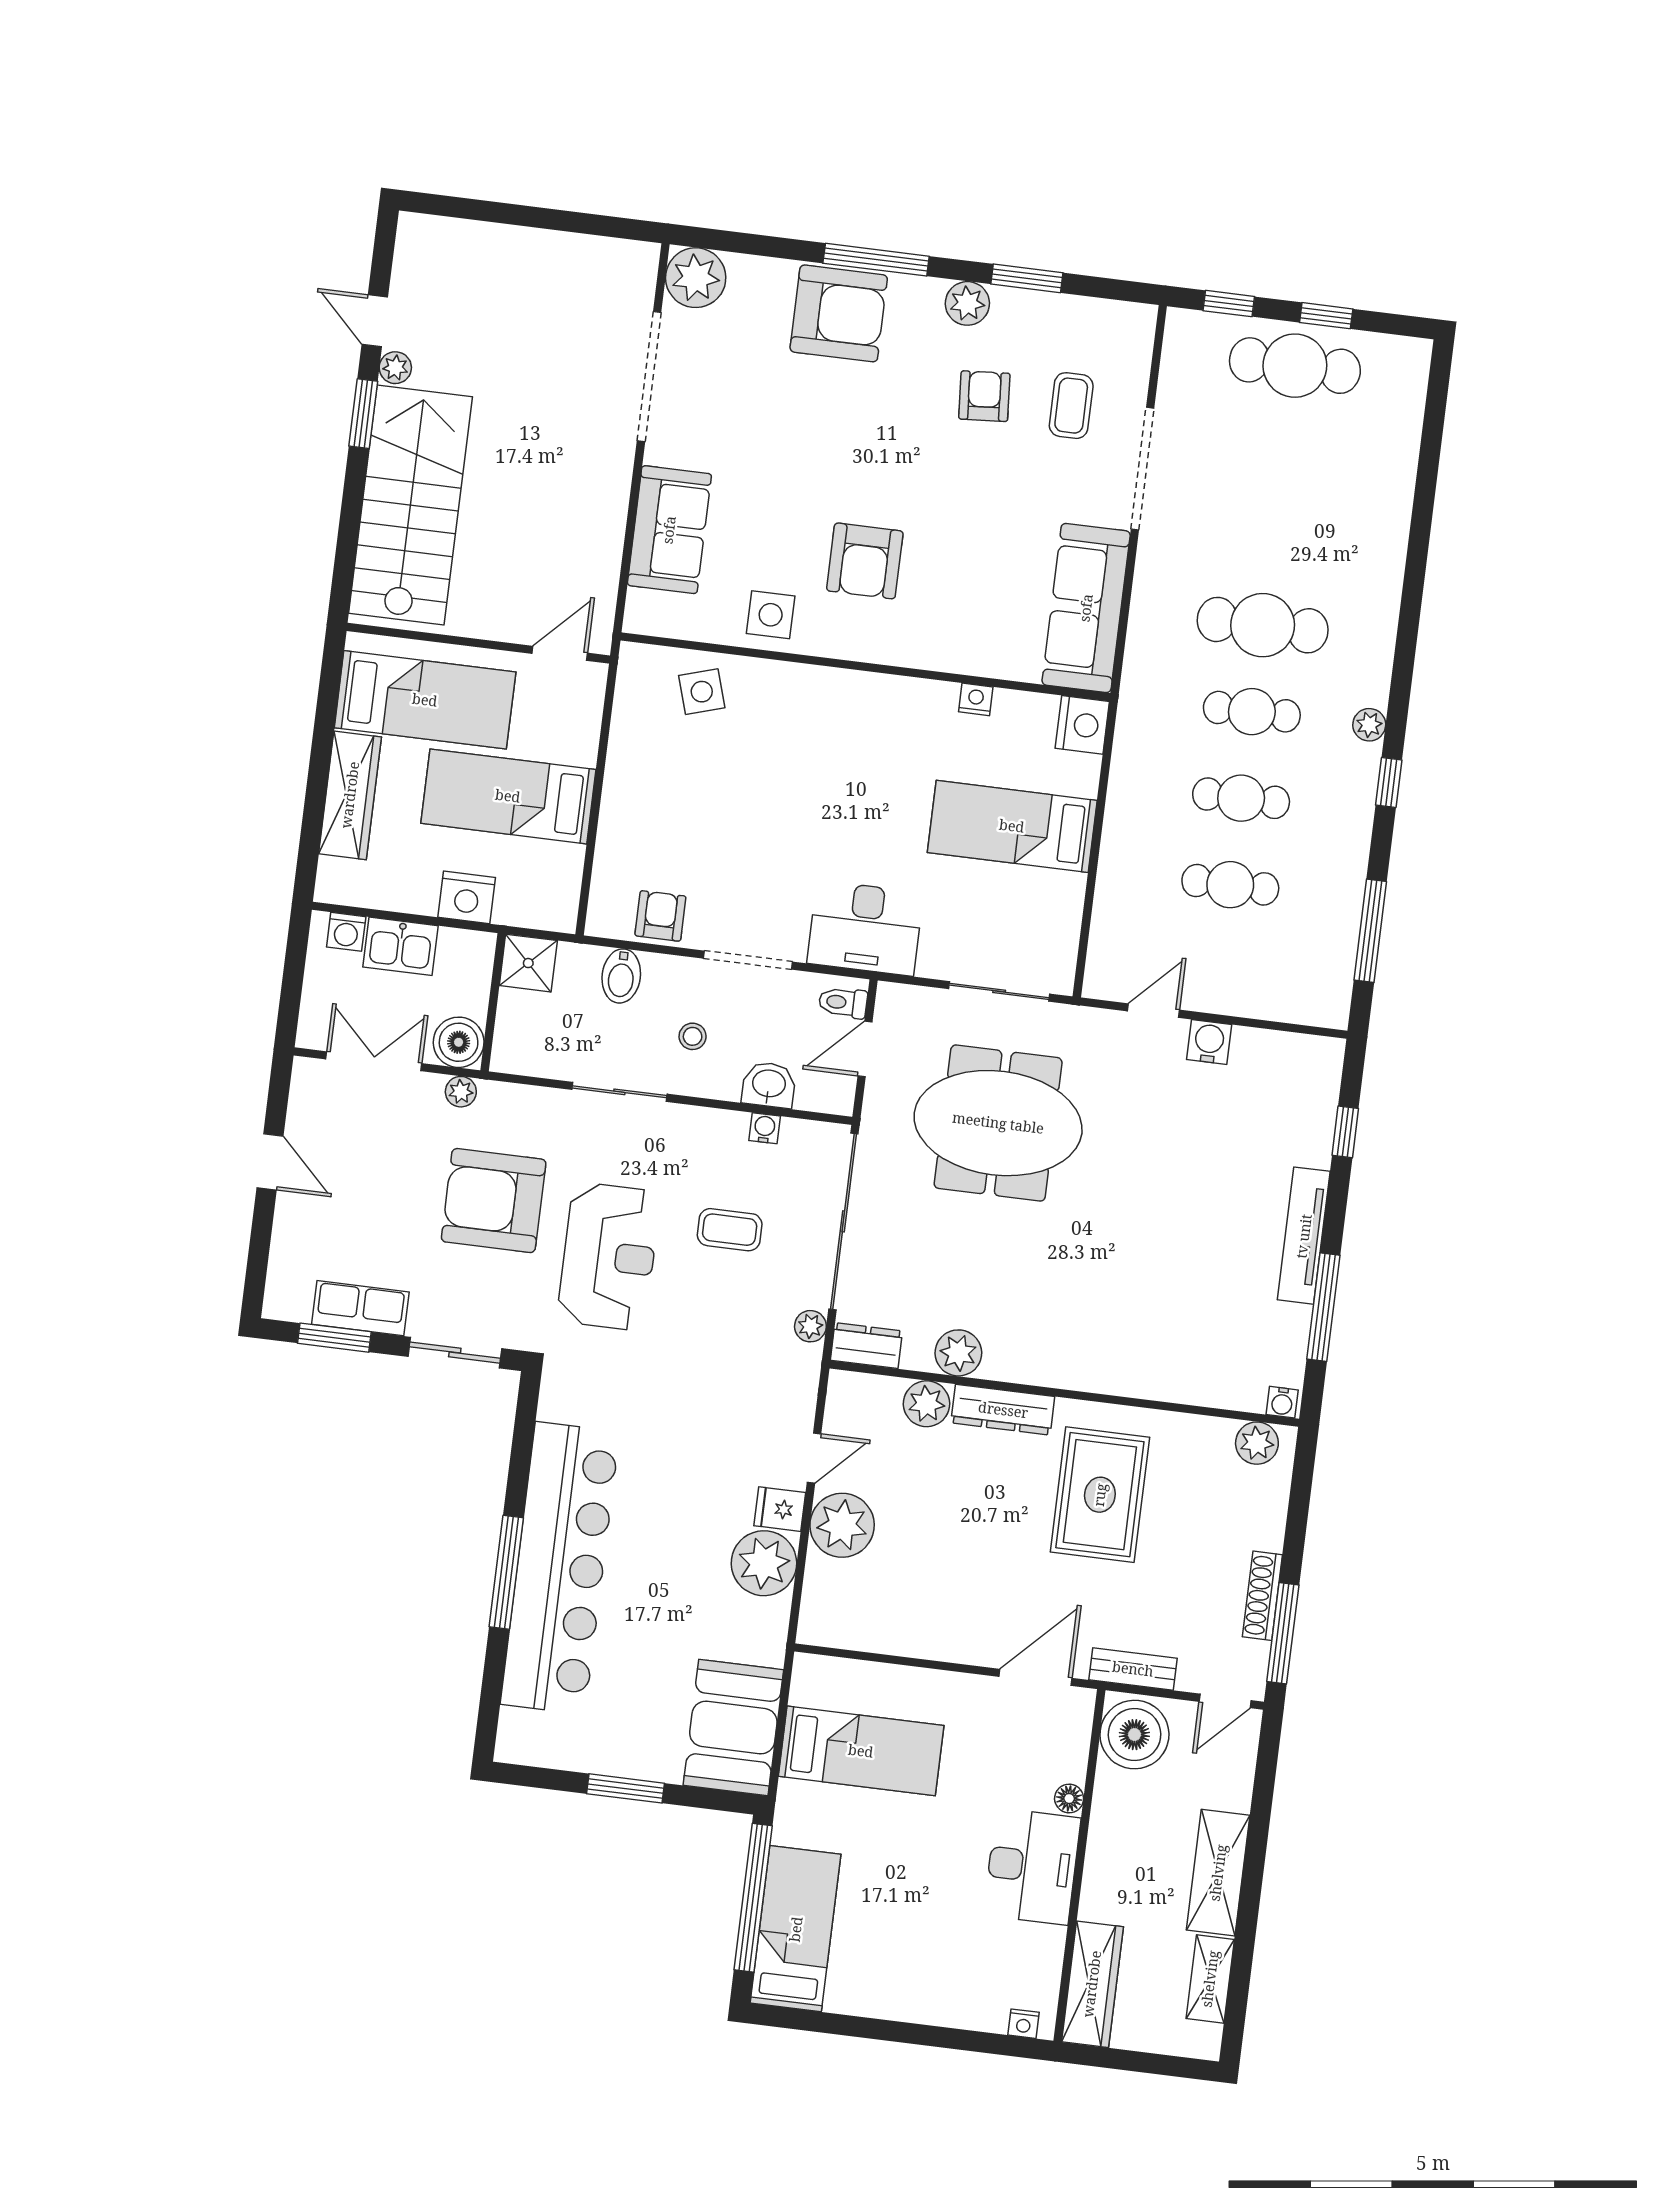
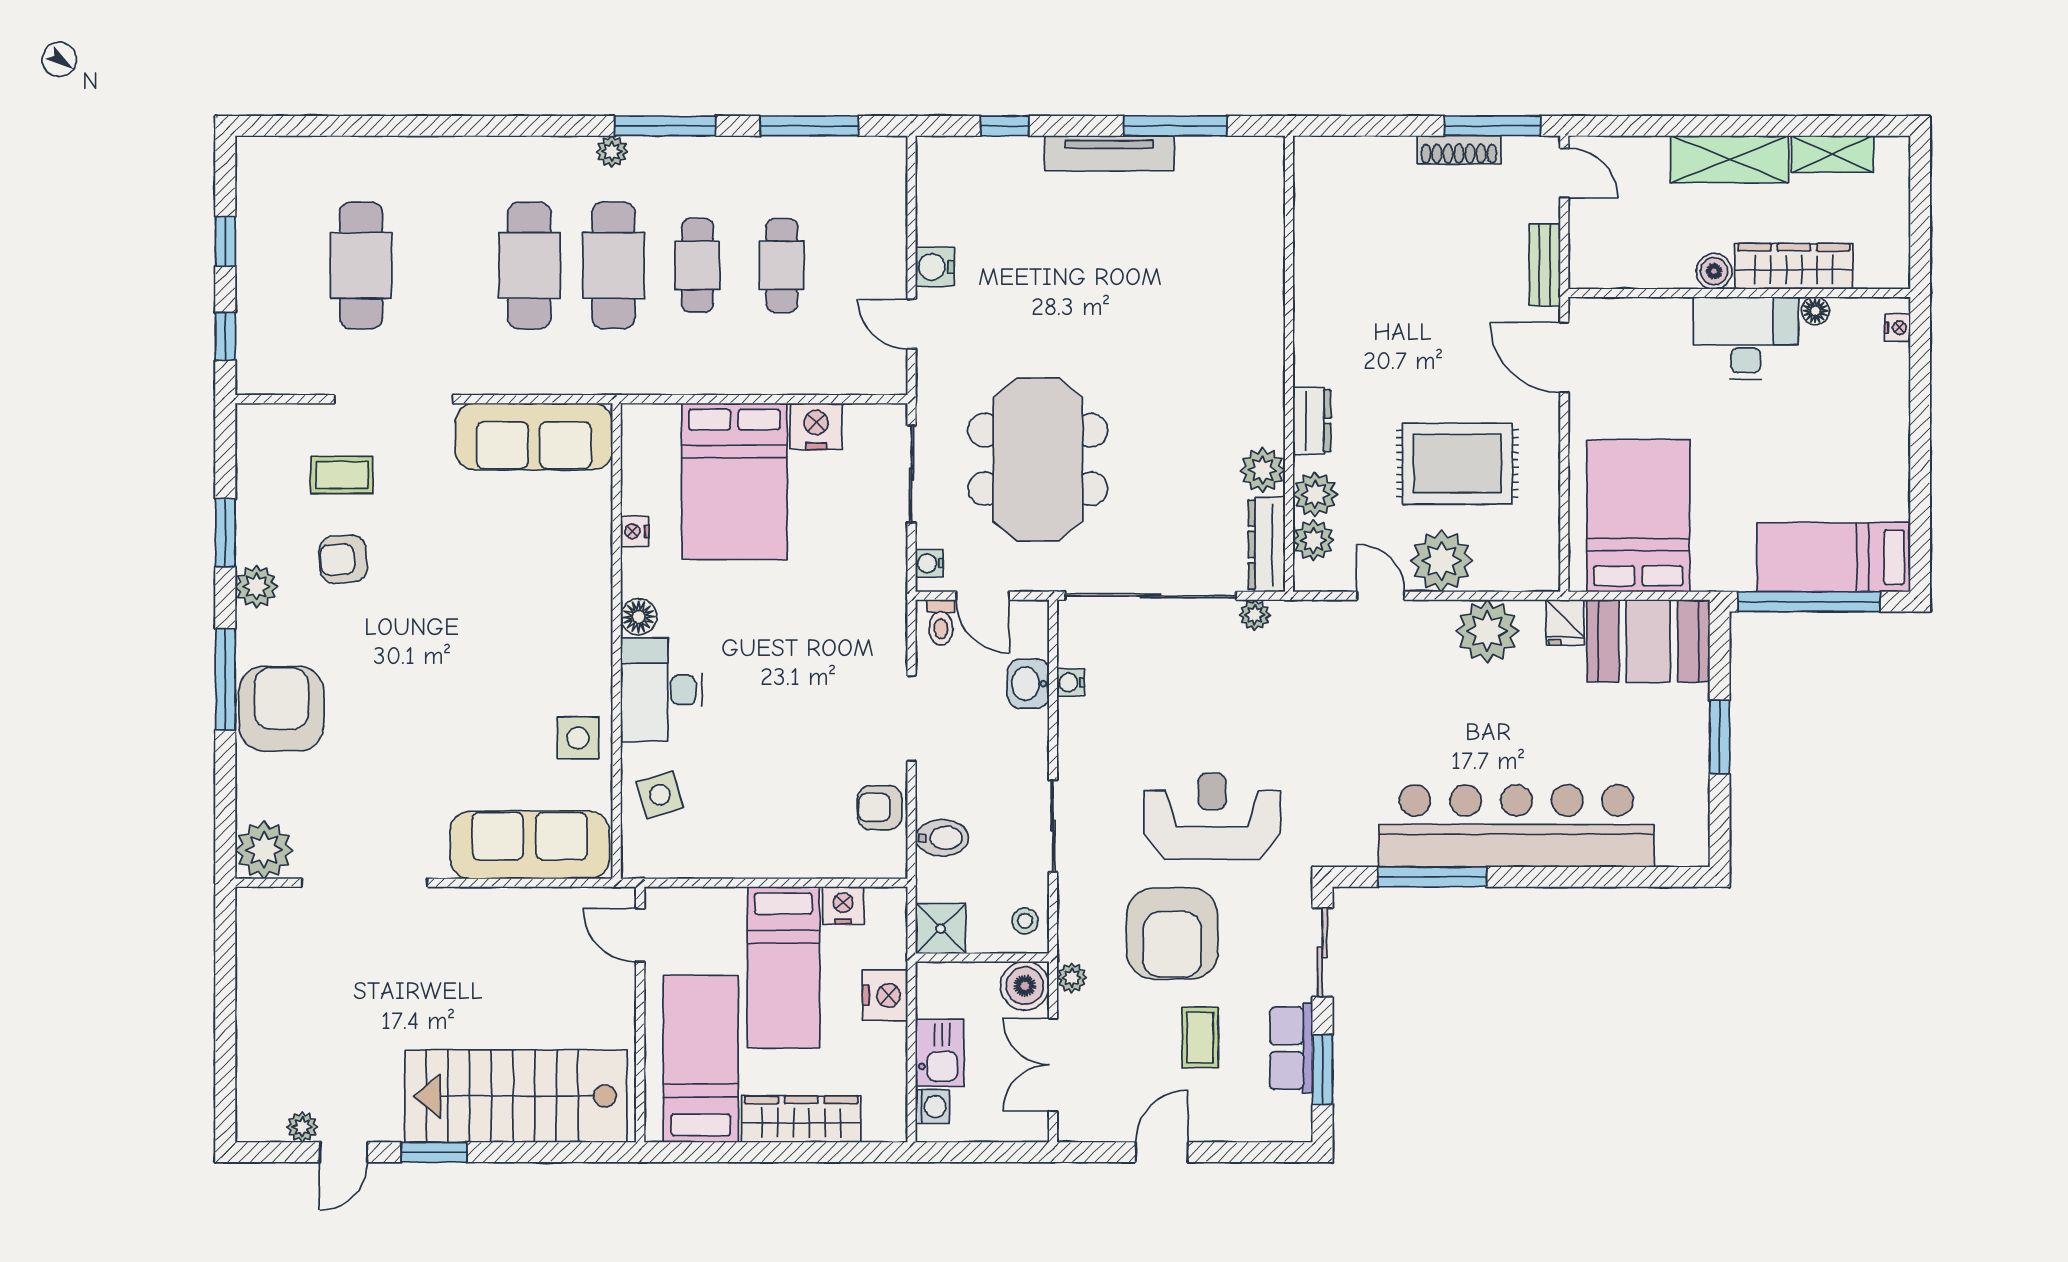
cafe table: (1295, 366) -> (361, 265), moved
plant: (395, 368) -> (302, 1127), moved
sofa: (669, 530) -> (530, 845), width x1.36
armchair: (865, 561) -> (515, 654), removed
floor lamp: (887, 692) -> (639, 617), added
cafe table: (1252, 712) -> (613, 265), width x1.37, depth x1.35
nightstand: (1082, 725) -> (816, 426), moved
window: (1389, 782) -> (665, 126), width x2.17
bed: (1012, 826) -> (734, 481), width x1.50
nightstand: (564, 866) -> (843, 906), added
desk: (865, 928) -> (661, 690), moved, turned 180
stool: (693, 1036) -> (1025, 921), moved
coffee table: (730, 1230) -> (1200, 1038), moved
dresser: (866, 1346) -> (1267, 545), width x1.44
water cooler: (1282, 1402) -> (929, 563), moved, turned 180
dresser: (1003, 1410) -> (1312, 421), width x0.70
plant: (1257, 1443) -> (1313, 540), moved
rug: (1100, 1495) -> (1457, 464), moved
fridge: (780, 1509) -> (1565, 622), moved
window: (506, 1572) -> (1432, 877), moved
boiler: (1134, 1735) -> (1714, 271), moved, width x0.54, depth x0.54
bed: (861, 1751) -> (1638, 516), width x1.50
floor lamp: (1069, 1798) -> (1815, 311), moved
wardrobe: (1092, 1984) -> (1794, 266), moved

